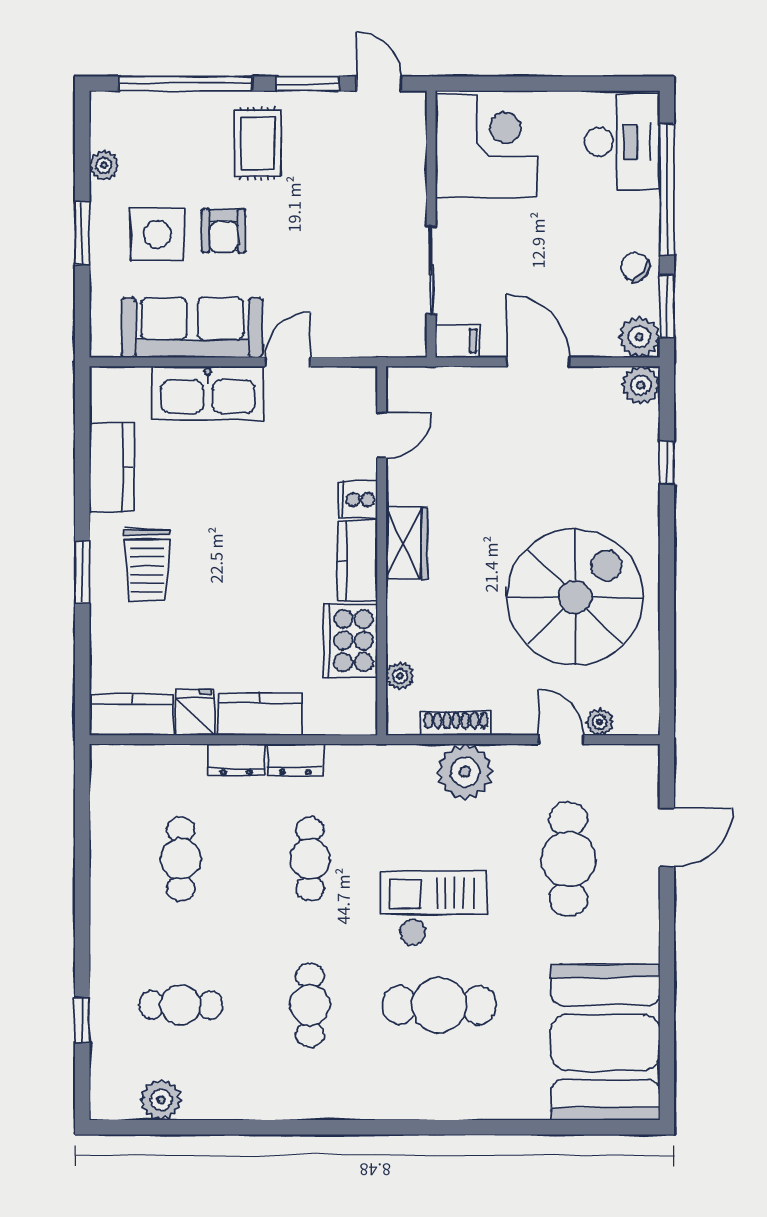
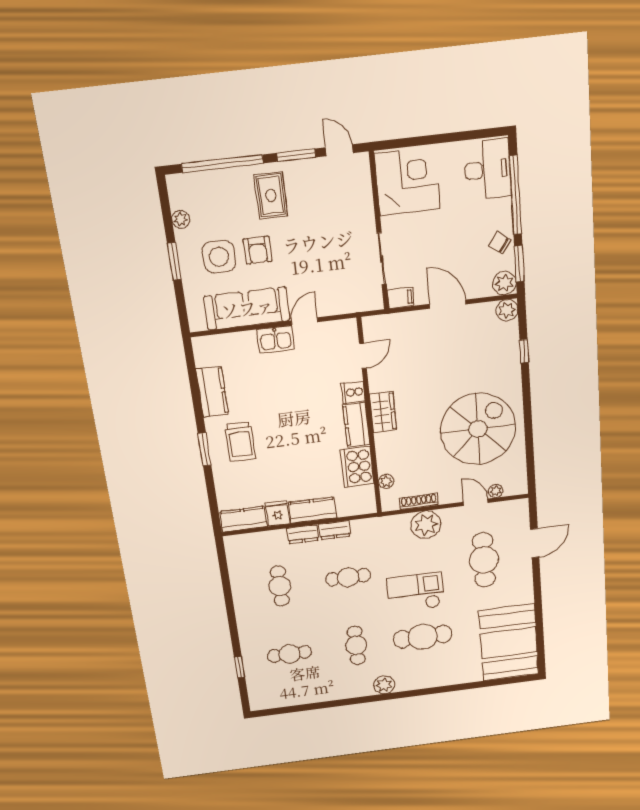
kitchen sink: (208, 393) -> (276, 339), width x0.53, depth x0.81
cafe table: (310, 859) -> (348, 577), turned 90
plant: (161, 1100) -> (384, 685), moved

